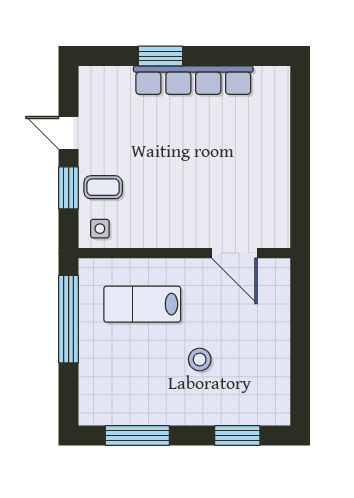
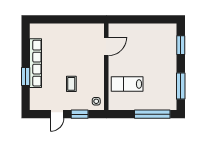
coffee table: (103, 187) -> (71, 84), moved
lab bench: (142, 304) -> (127, 84), turned 90
window: (69, 319) -> (152, 114), moved
stool: (200, 359) -> (150, 60), removed

